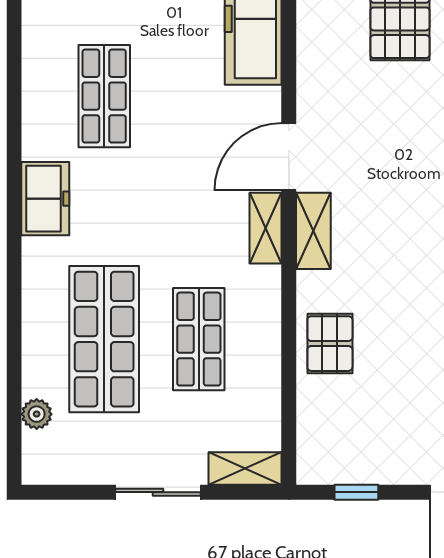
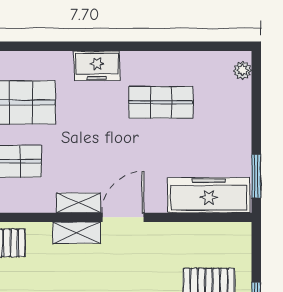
door: (289, 157) -> (123, 217), hinge flipped

